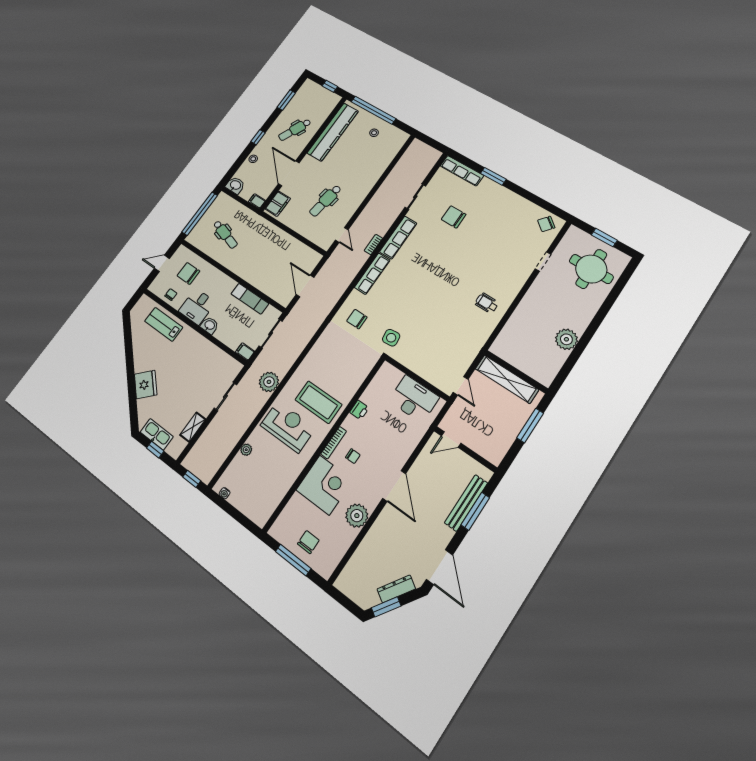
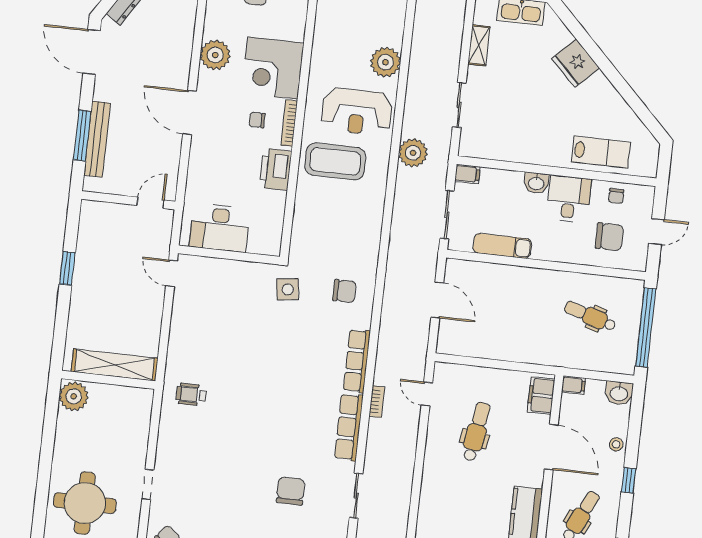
chair: (454, 217) -> (291, 491), turned -90
wheelchair: (487, 303) -> (191, 394), turned 180
wall: (516, 372) -> (108, 380), moved
shelving: (507, 379) -> (115, 365), moved
printer: (359, 410) -> (276, 169), width x1.87, depth x1.48
window: (530, 425) -> (67, 268), width x0.69
plant: (246, 450) -> (386, 62), width x1.88, depth x1.88

